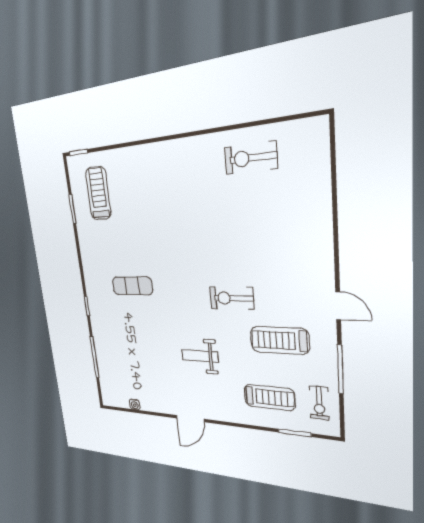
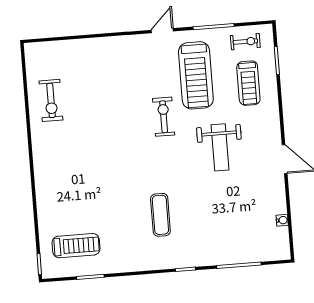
treadmill: (98, 193) -> (76, 246), turned 180
exercise bike: (232, 298) -> (164, 117), turned 180
treadmill: (279, 340) -> (196, 75), width x1.37, depth x1.37
weight bench: (200, 356) -> (220, 147), width x1.36, depth x1.33
treadmill: (269, 398) -> (248, 83), turned 180

